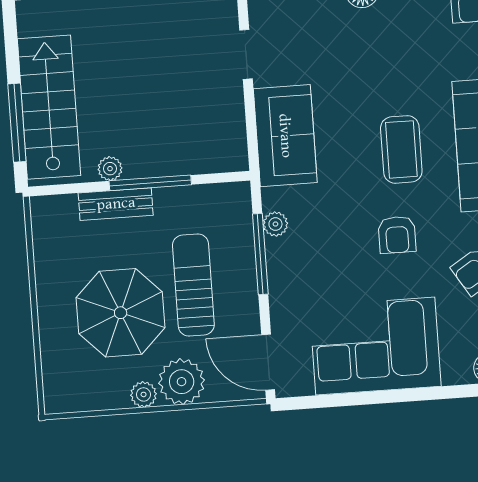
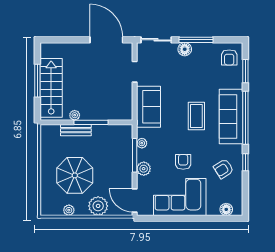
window: (17, 123) -> (37, 81), moved
armchair: (397, 235) -> (183, 162), moved, turned 180
sun lounger: (193, 285) -> (106, 166), removed
plant: (284, 285) -> (144, 169), added
plant: (144, 394) -> (69, 210), moved

